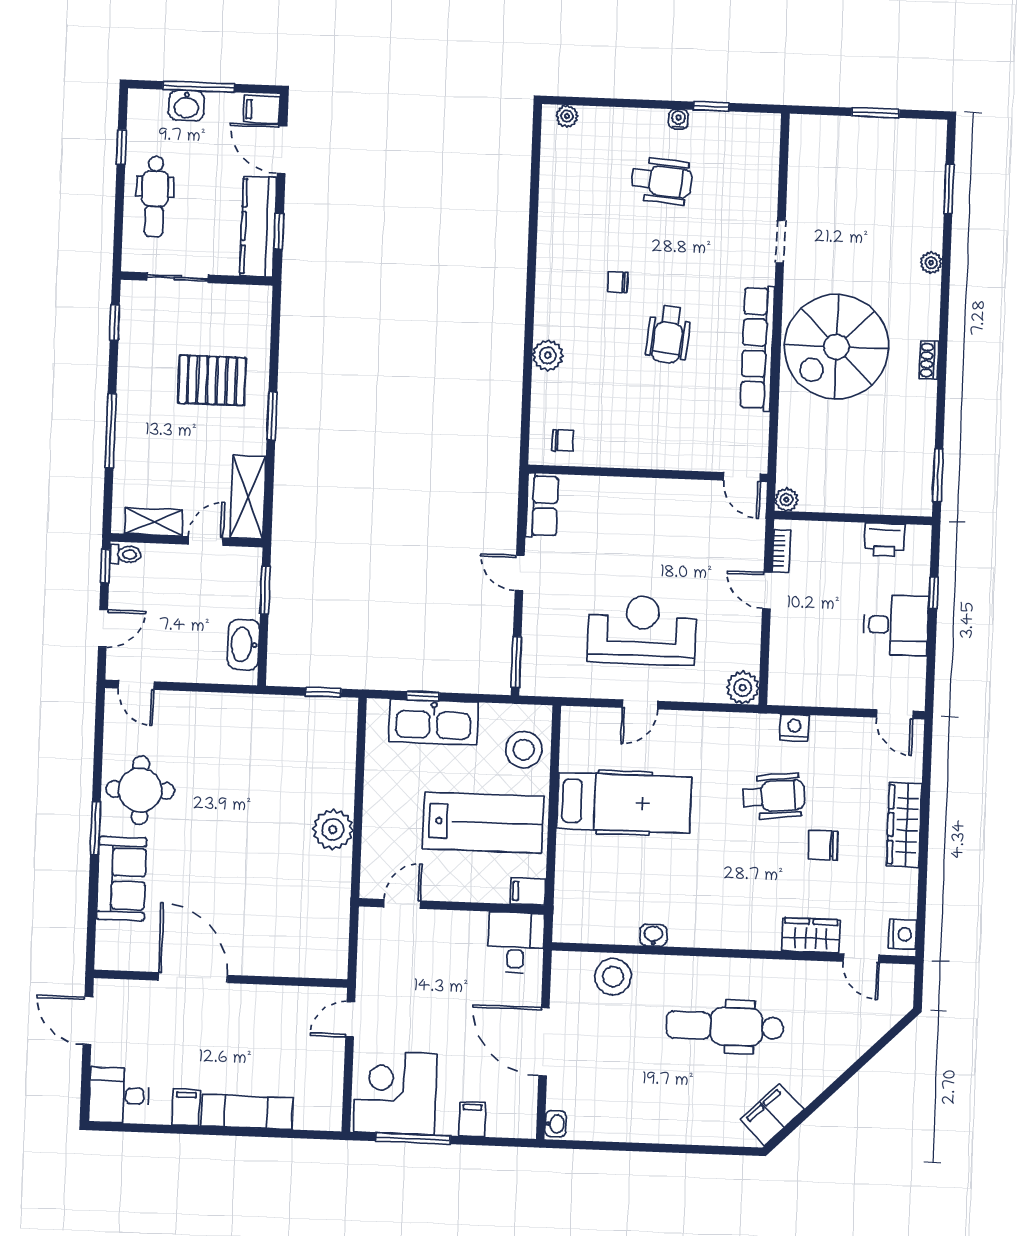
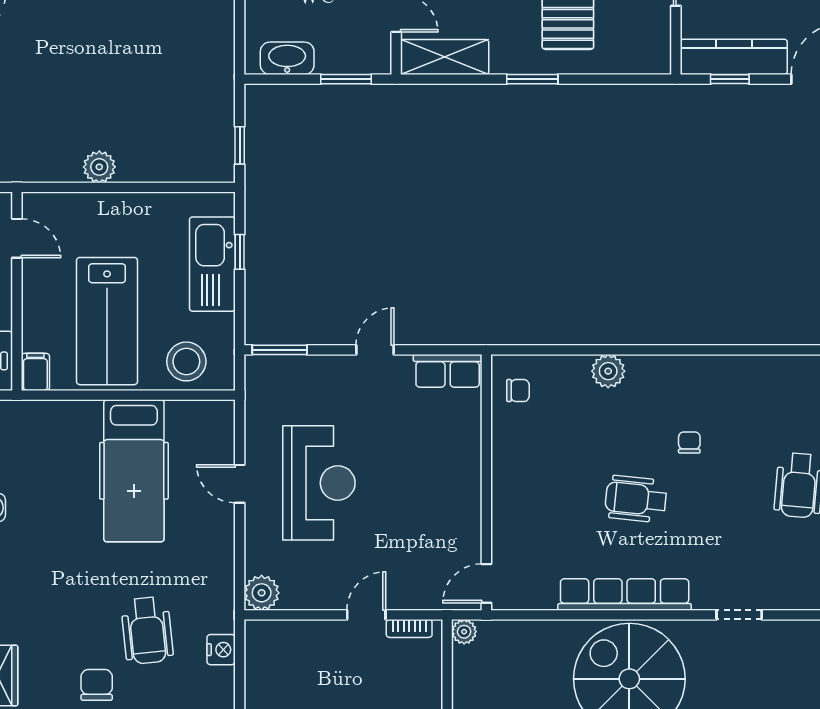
chair: (563, 441) -> (518, 391), turned -90
plant: (333, 829) -> (99, 167), width x0.73, depth x0.73

